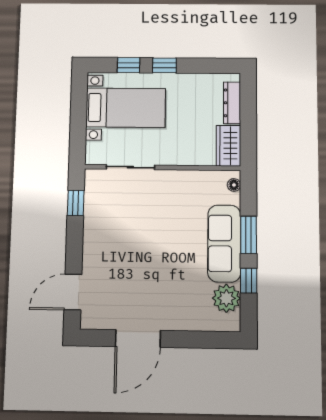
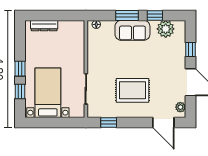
wardrobe: (228, 146) -> (72, 28), removed
rug: (127, 242) -> (132, 90), added
sofa: (224, 243) -> (132, 30), width x0.73
plant: (97, 321) -> (180, 107), added
window: (192, 339) -> (190, 50), added

